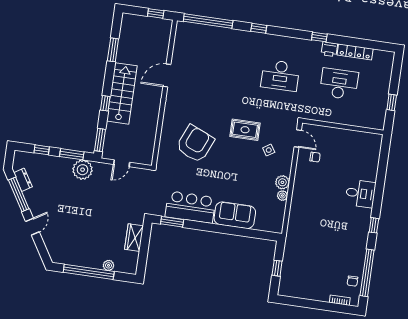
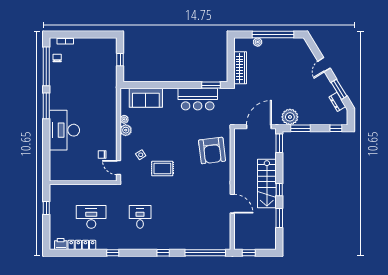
printer: (329, 49) -> (61, 244), moved
door: (167, 75) -> (232, 204), hinge flipped
desk: (280, 75) -> (140, 217), width x0.73
desk: (339, 84) -> (91, 217), turned 180
window: (105, 103) -> (279, 190), moved
armchair: (195, 144) -> (212, 151), moved, turned -30
window: (42, 150) -> (336, 128), moved
door: (122, 163) -> (259, 127), width x1.87
desk: (360, 193) -> (64, 130), width x1.87, depth x1.30
window: (19, 194) -> (339, 89), width x0.69
sofa: (235, 215) -> (146, 98), moved
window: (374, 225) -> (46, 106), width x2.17
wardrobe: (134, 238) -> (240, 68), width x1.50

